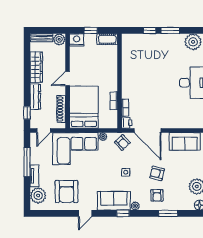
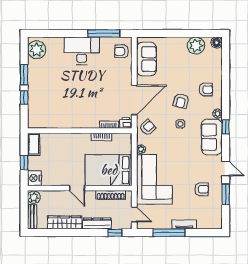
armchair: (192, 119) -> (121, 51), added
armchair: (157, 173) -> (181, 101), moved
armchair: (66, 192) -> (202, 189), width x0.53, depth x0.53
plant: (38, 196) -> (206, 221), removed
window: (168, 213) -> (226, 194), moved

